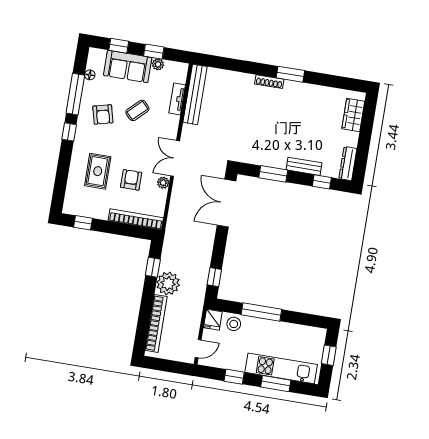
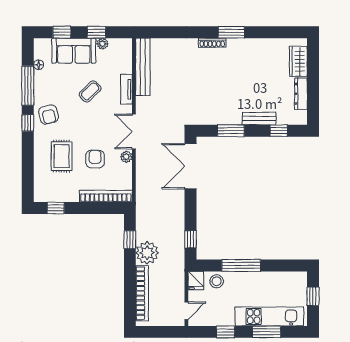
tv unit: (177, 99) -> (126, 89), moved
armchair: (103, 114) -> (49, 114), moved
dresser: (348, 164) -> (301, 94), moved

